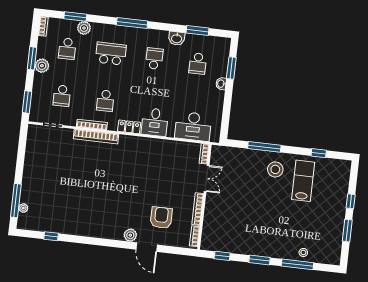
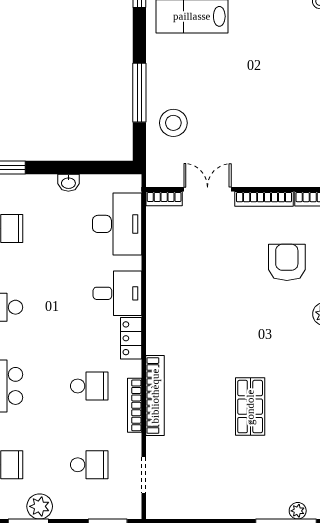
washbasin: (221, 84) -> (68, 183), moved
stool: (275, 169) -> (173, 123), moved
shop shelf: (84, 188) -> (250, 407), added
armchair: (161, 218) -> (287, 262), turned 90

